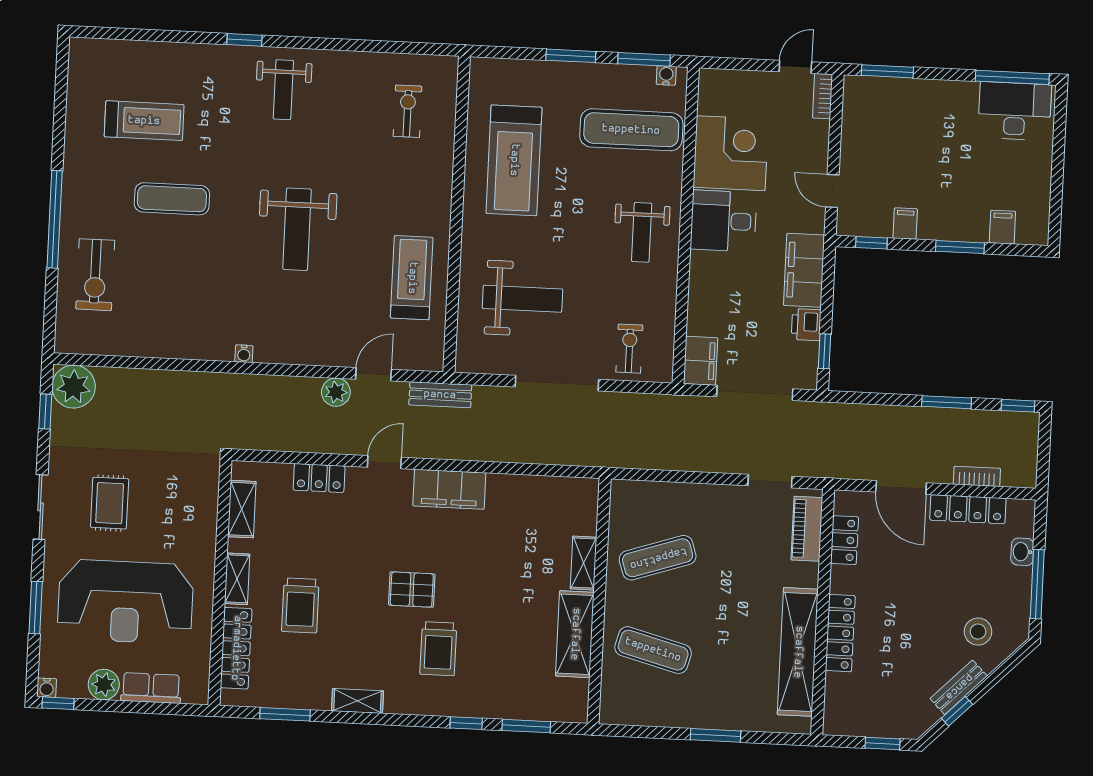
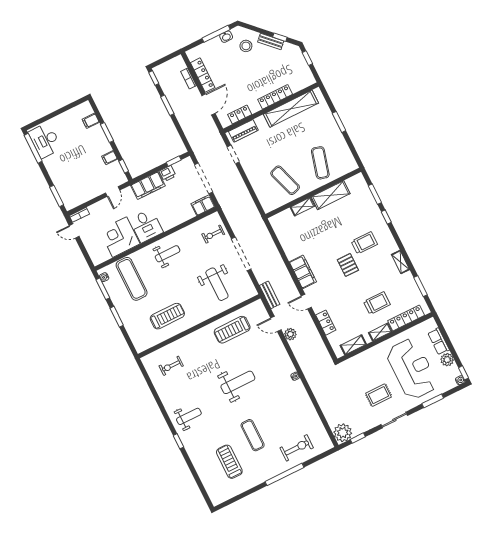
treadmill: (514, 160) -> (167, 316), width x0.73, depth x0.73
weight bench: (522, 299) -> (217, 284), turned 180
washbasin: (1022, 552) -> (226, 37), moved

